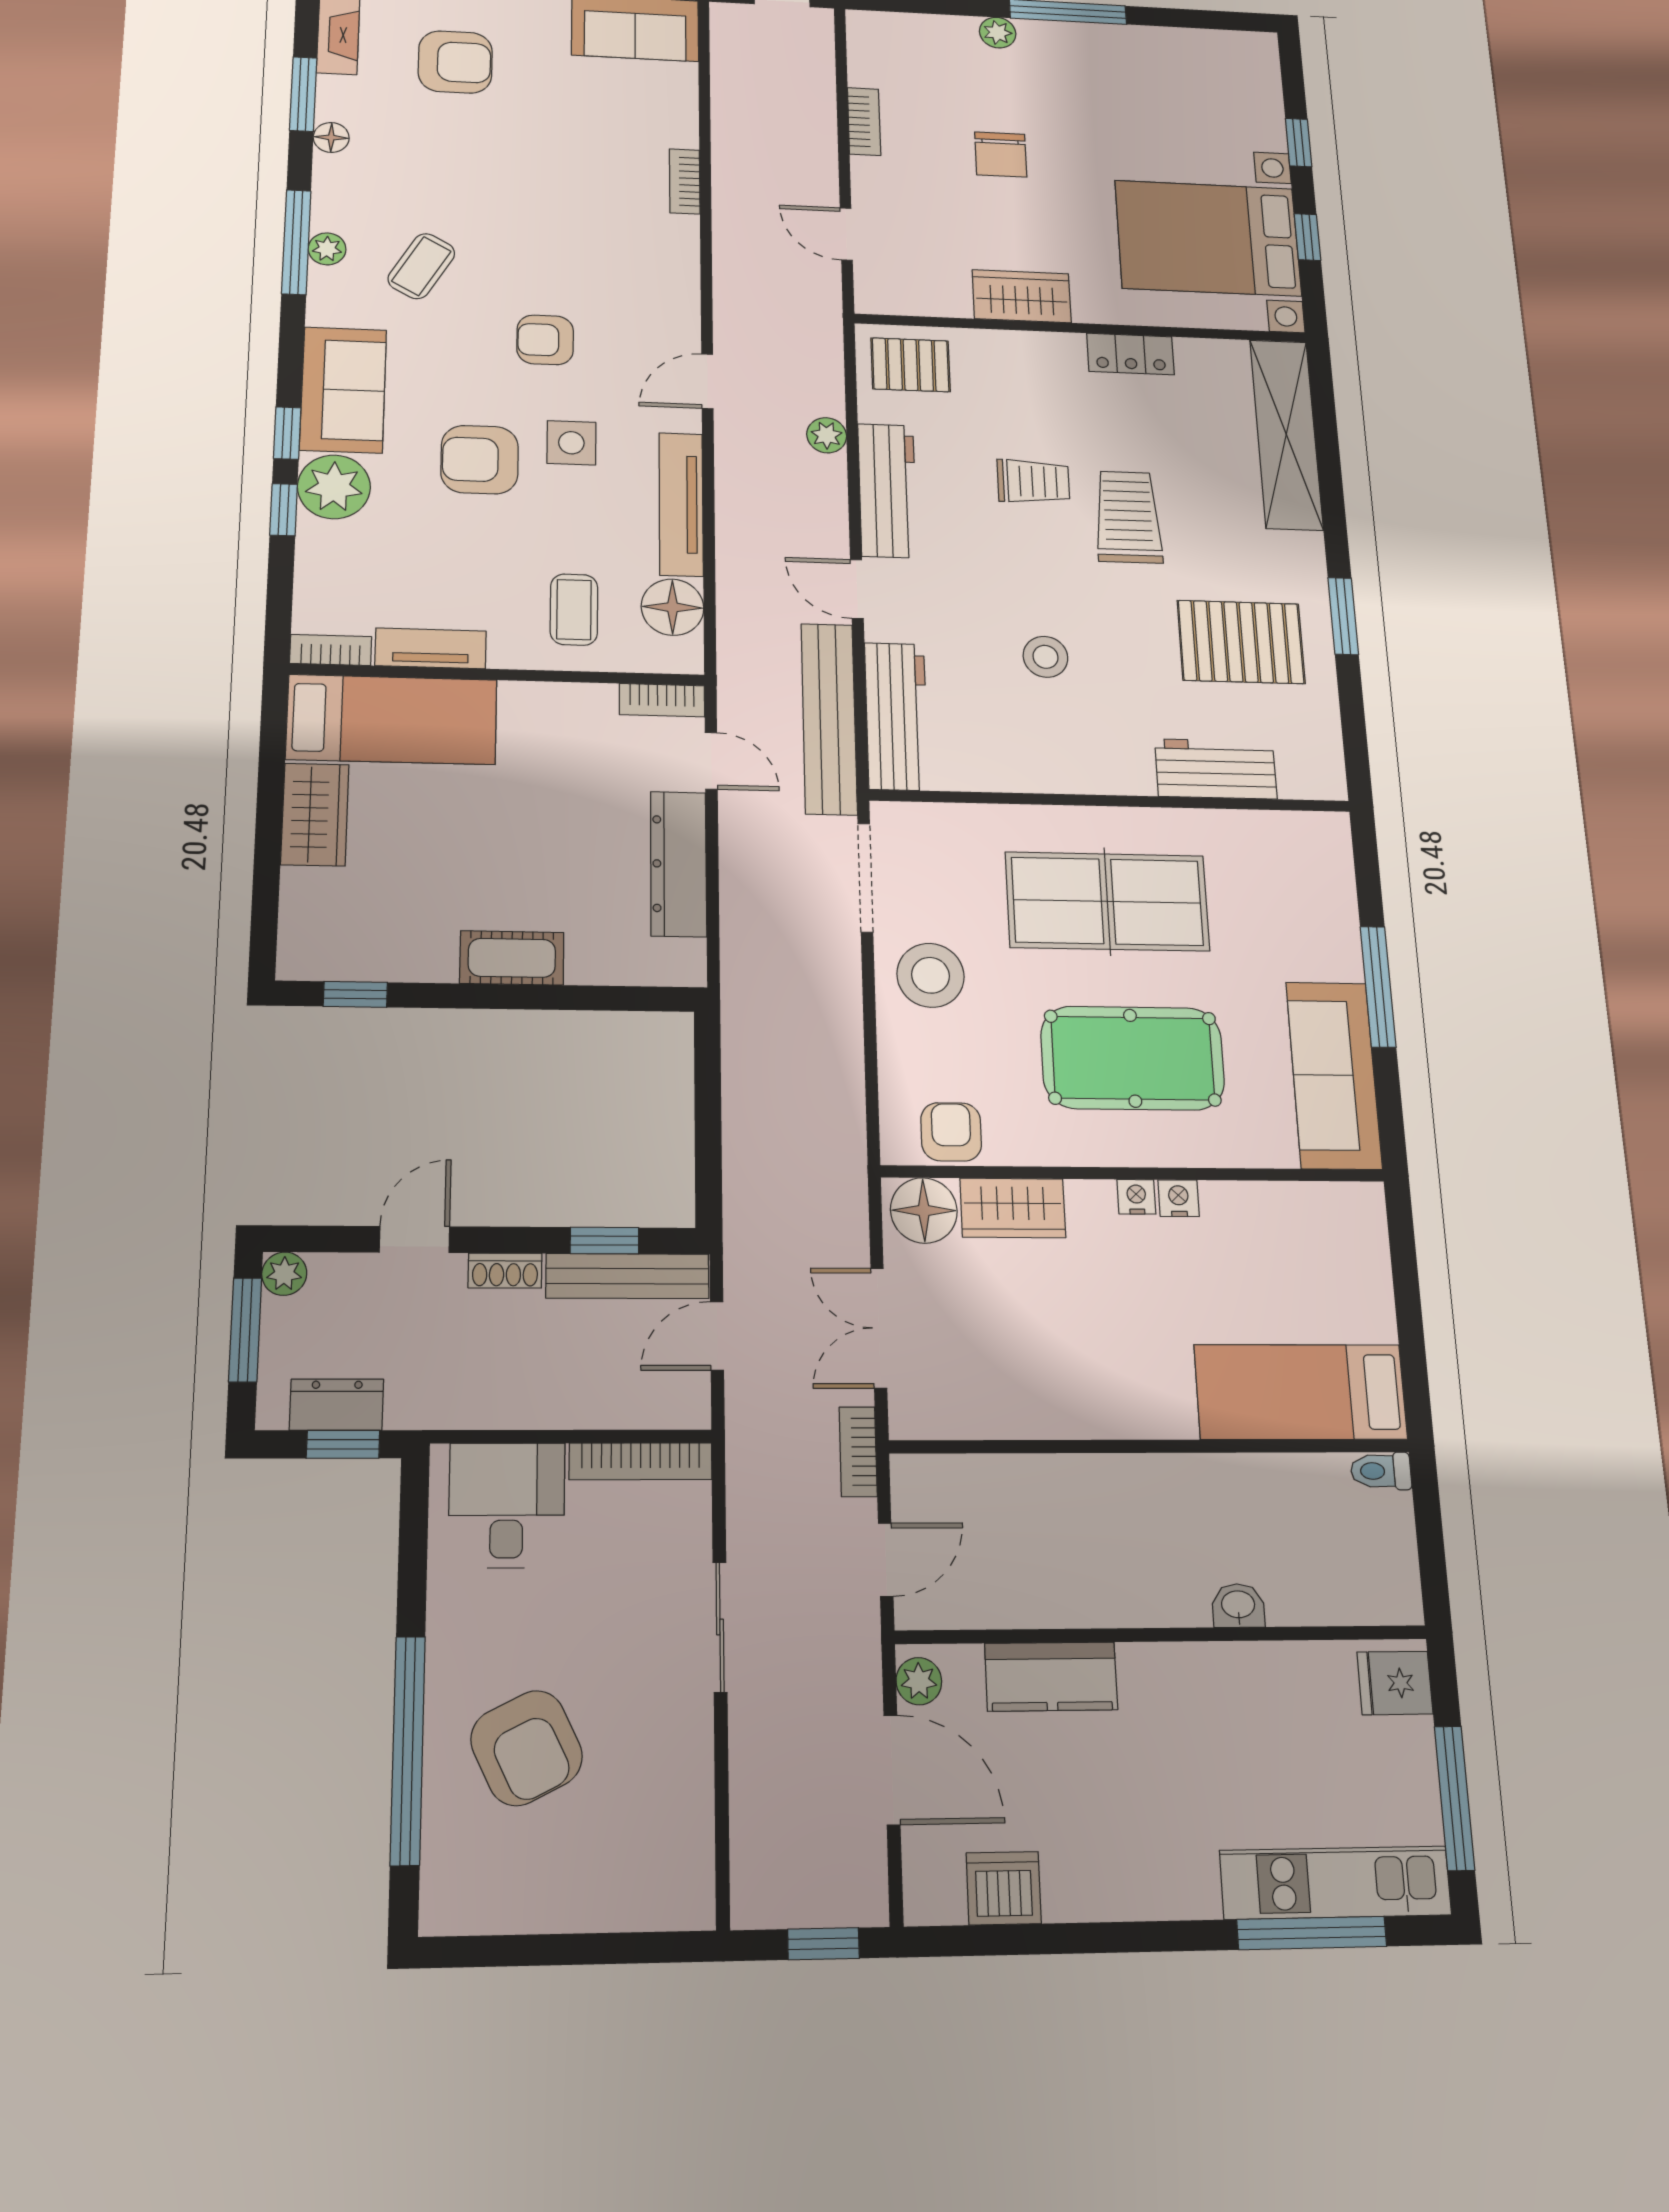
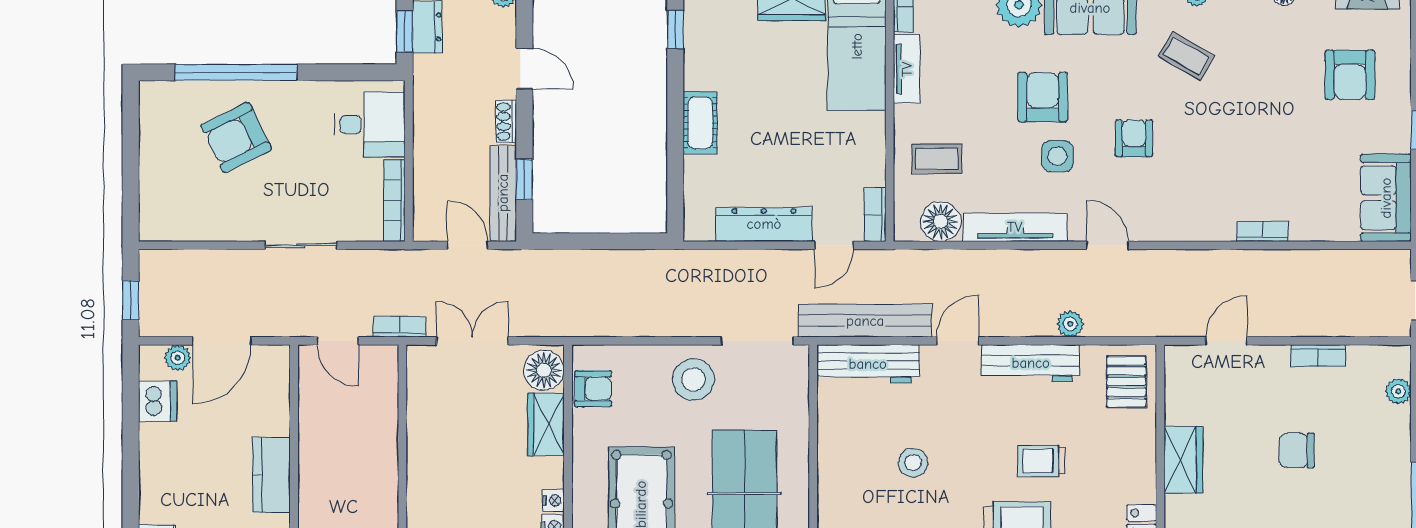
plant: (998, 33) -> (1398, 391), moved
trolley: (1033, 481) -> (1041, 461), turned 90
kitchen counter: (1051, 1677) -> (271, 475), moved
plant: (919, 1681) -> (178, 358), moved

